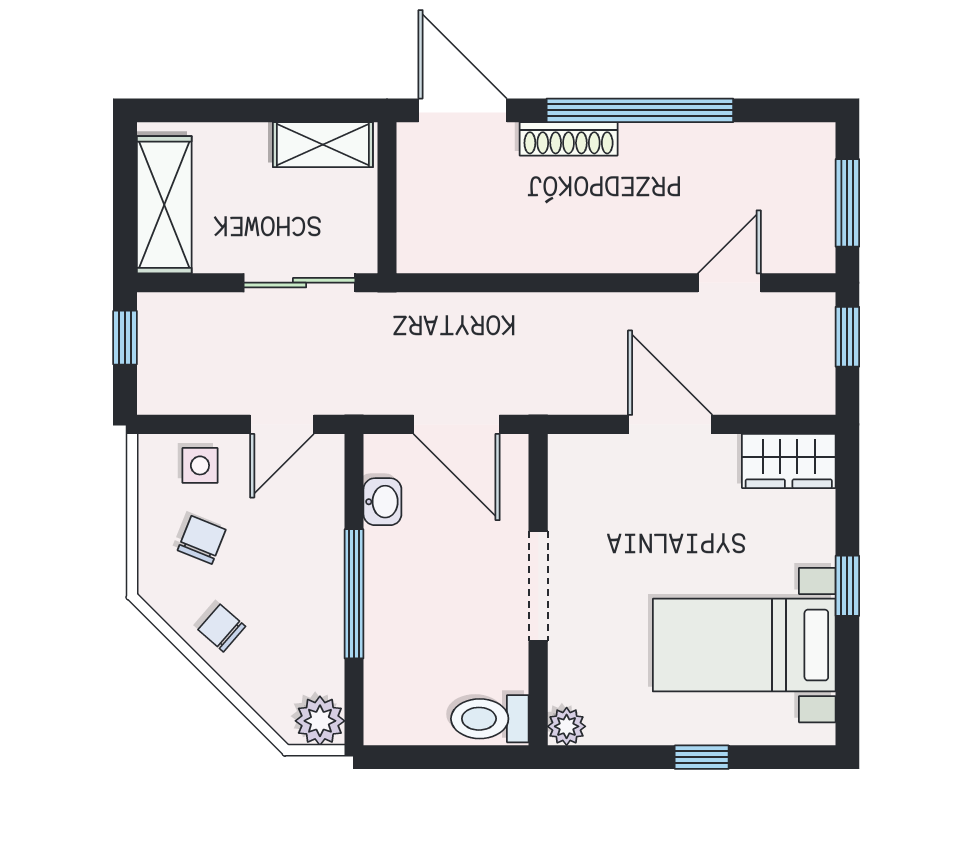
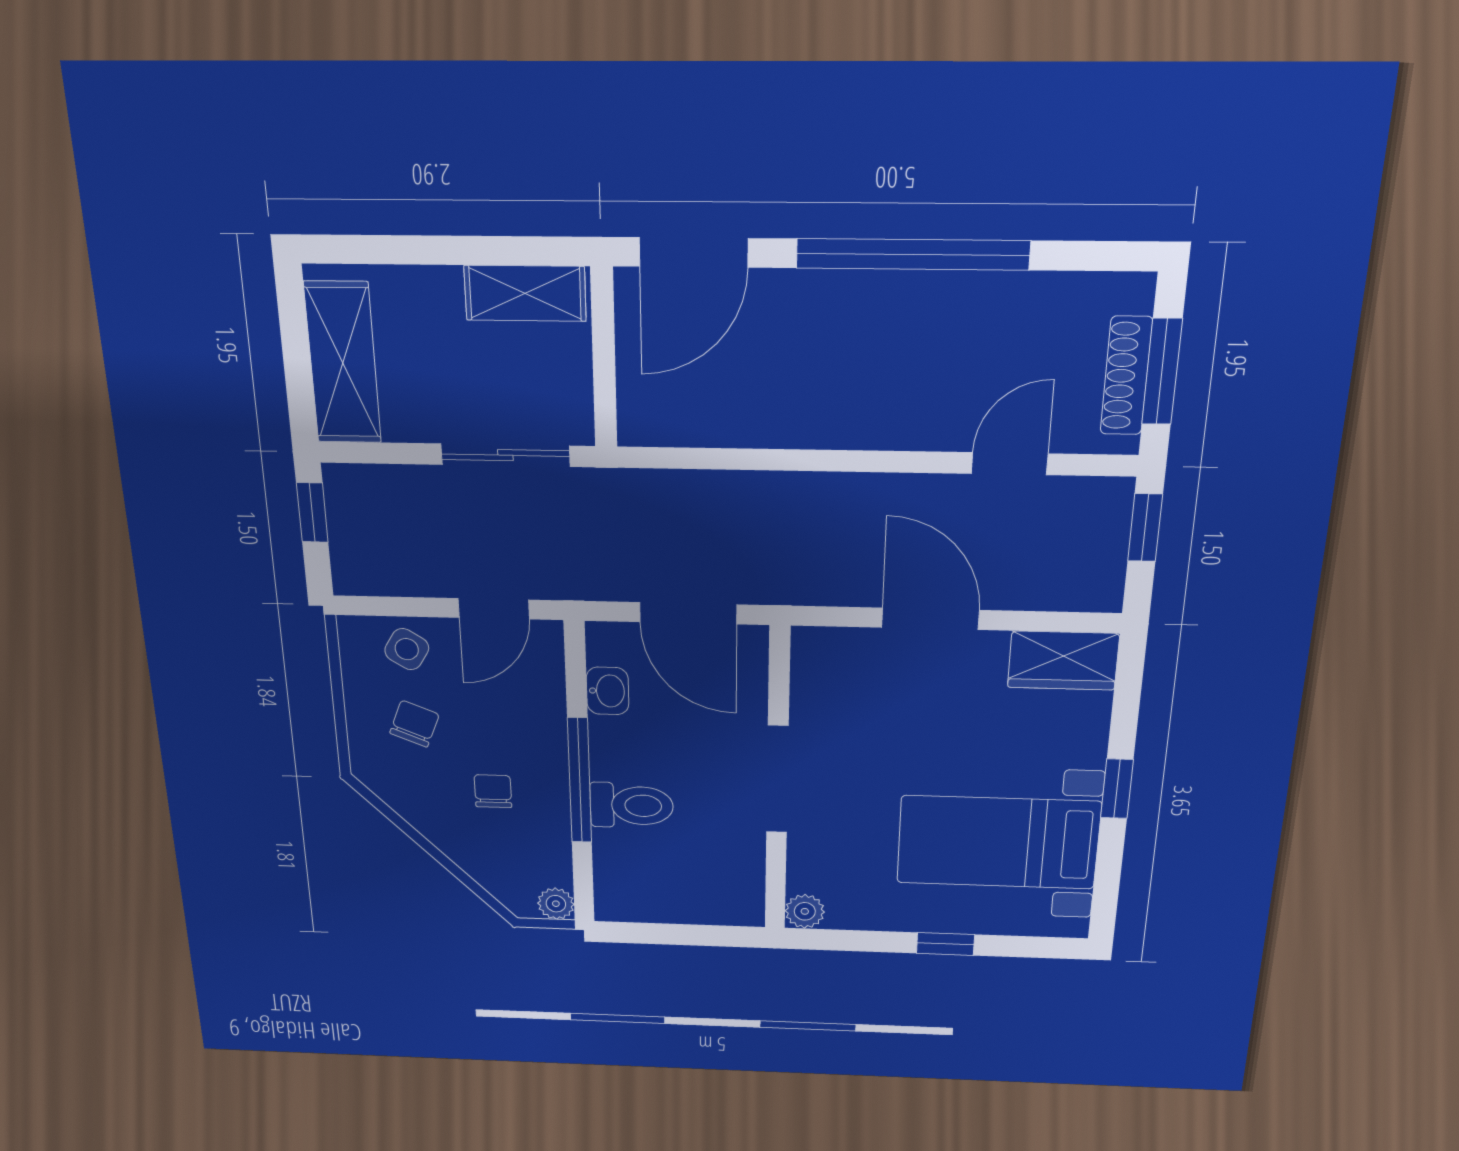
door: (463, 110) -> (694, 252), swing flipped
shoe rack: (569, 139) -> (1126, 376), moved, turned 90
side table: (200, 465) -> (407, 649), turned 32
chair: (222, 628) -> (493, 791), moved, turned 49
toilet: (490, 719) -> (632, 805), moved, turned 180
plant: (320, 721) -> (556, 904), width x0.73, depth x0.73

